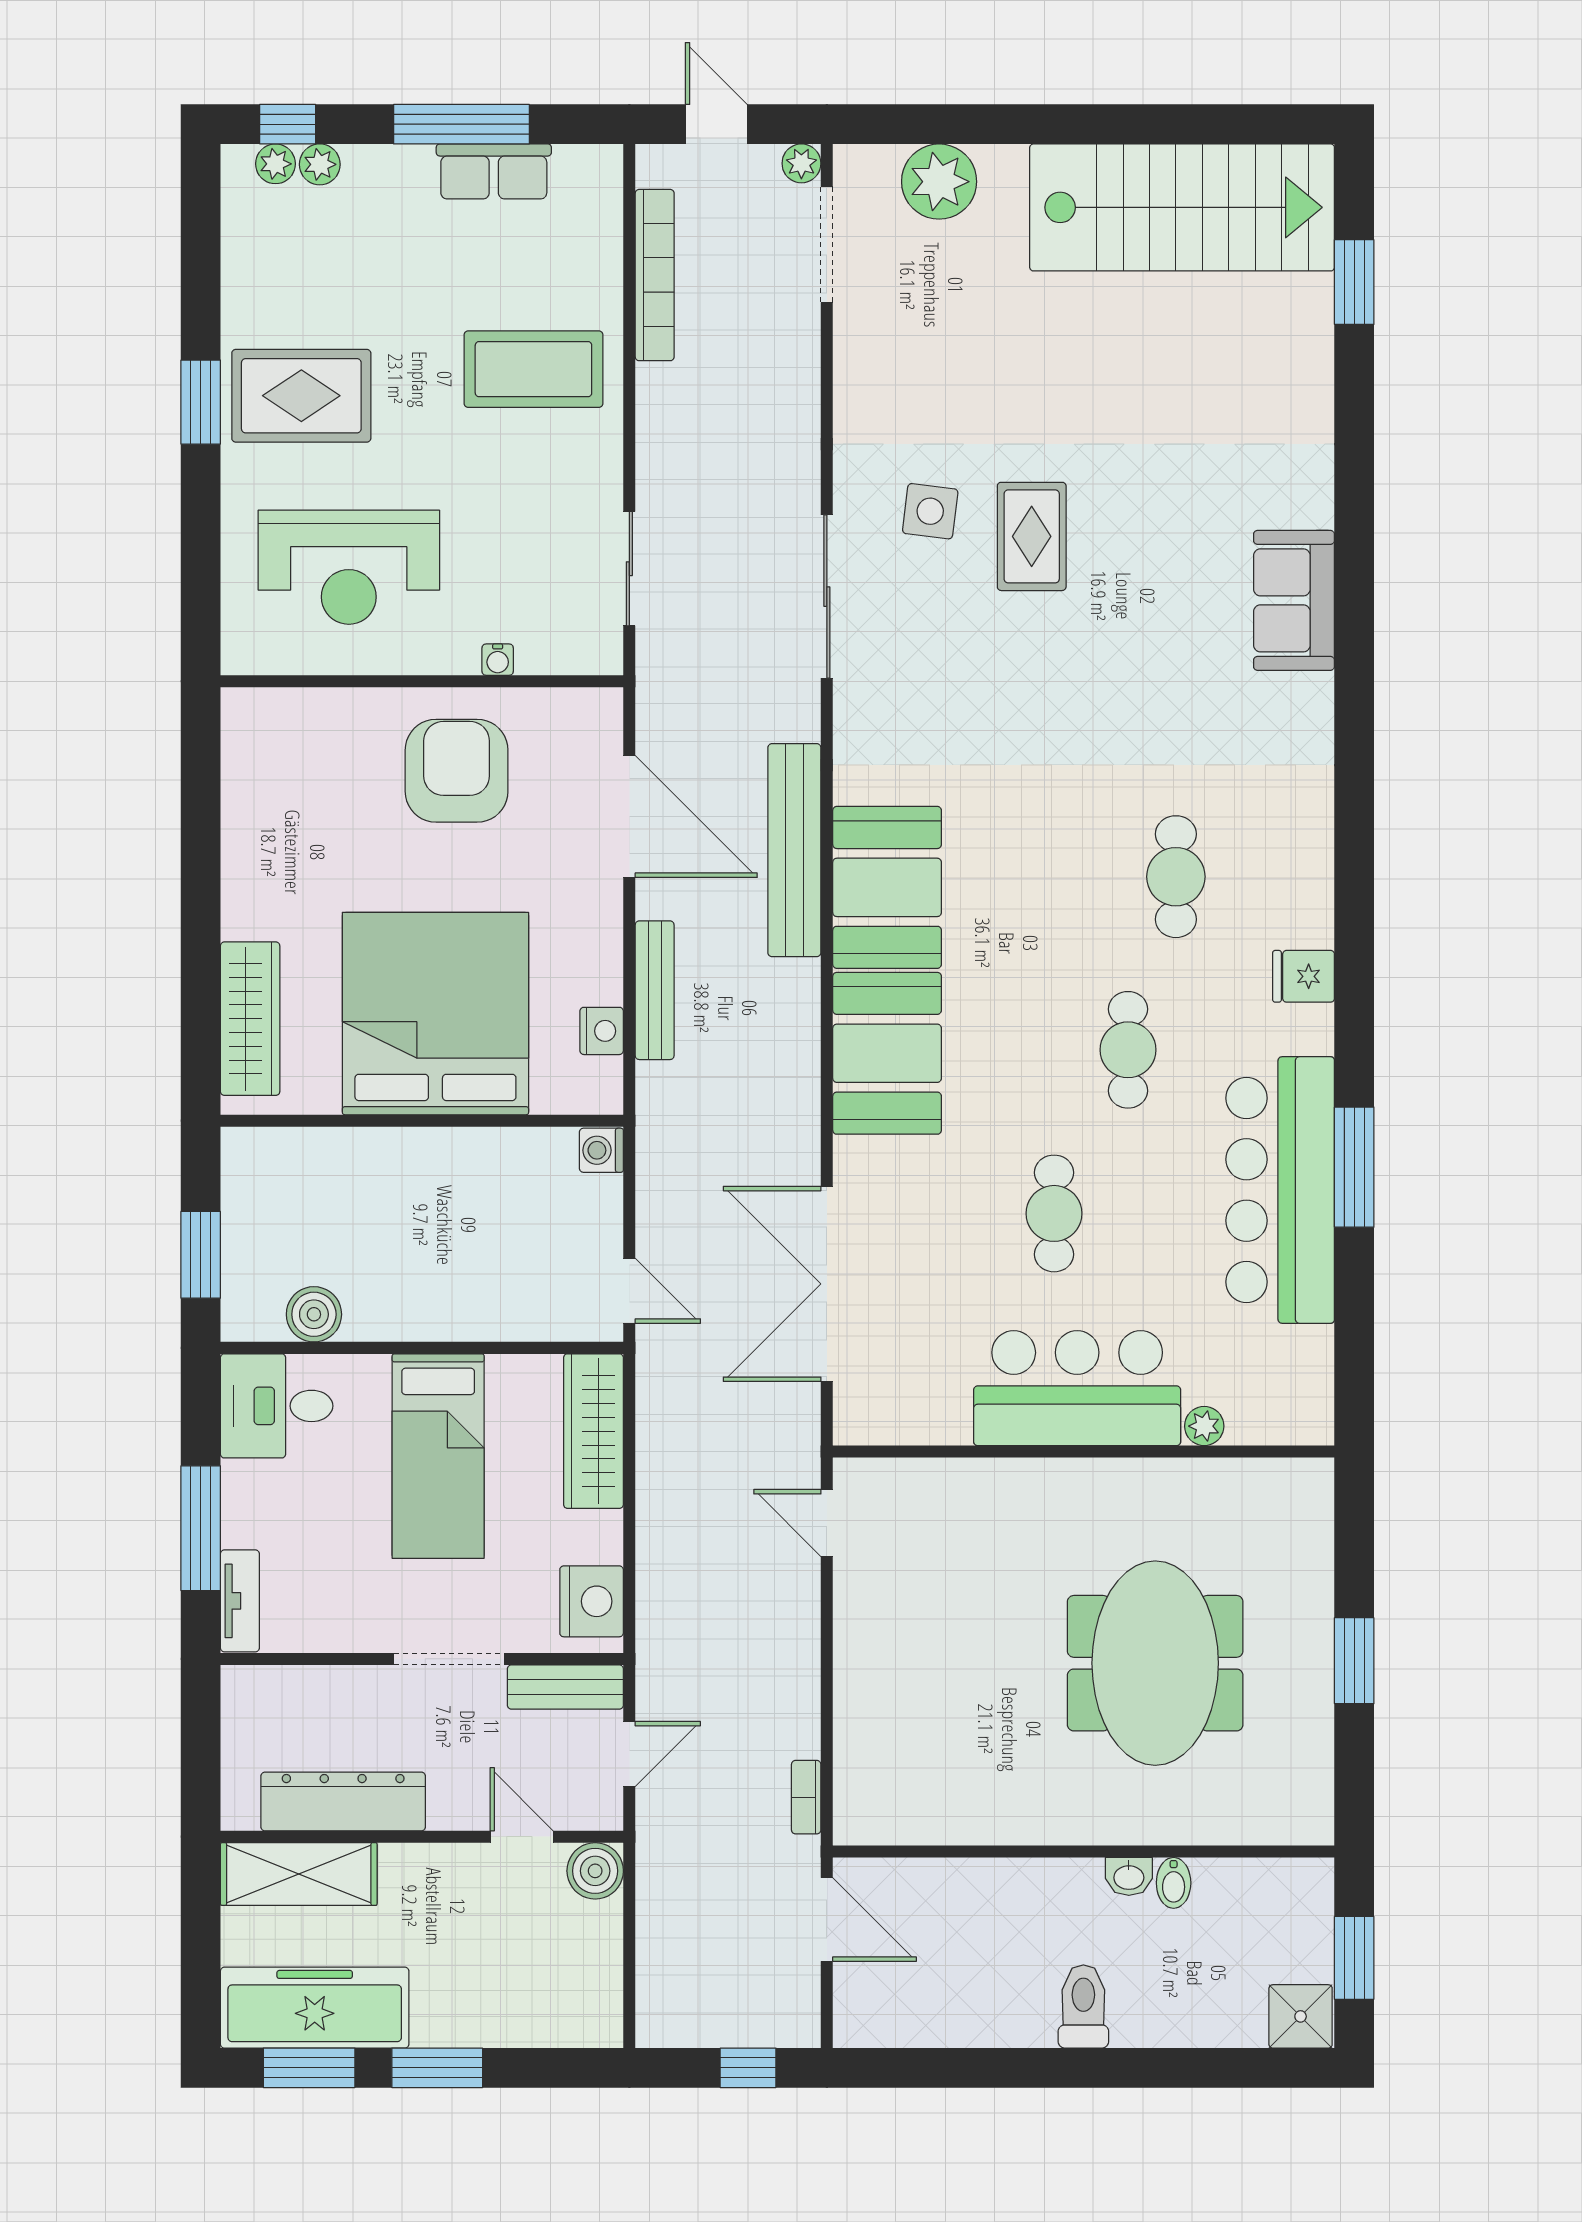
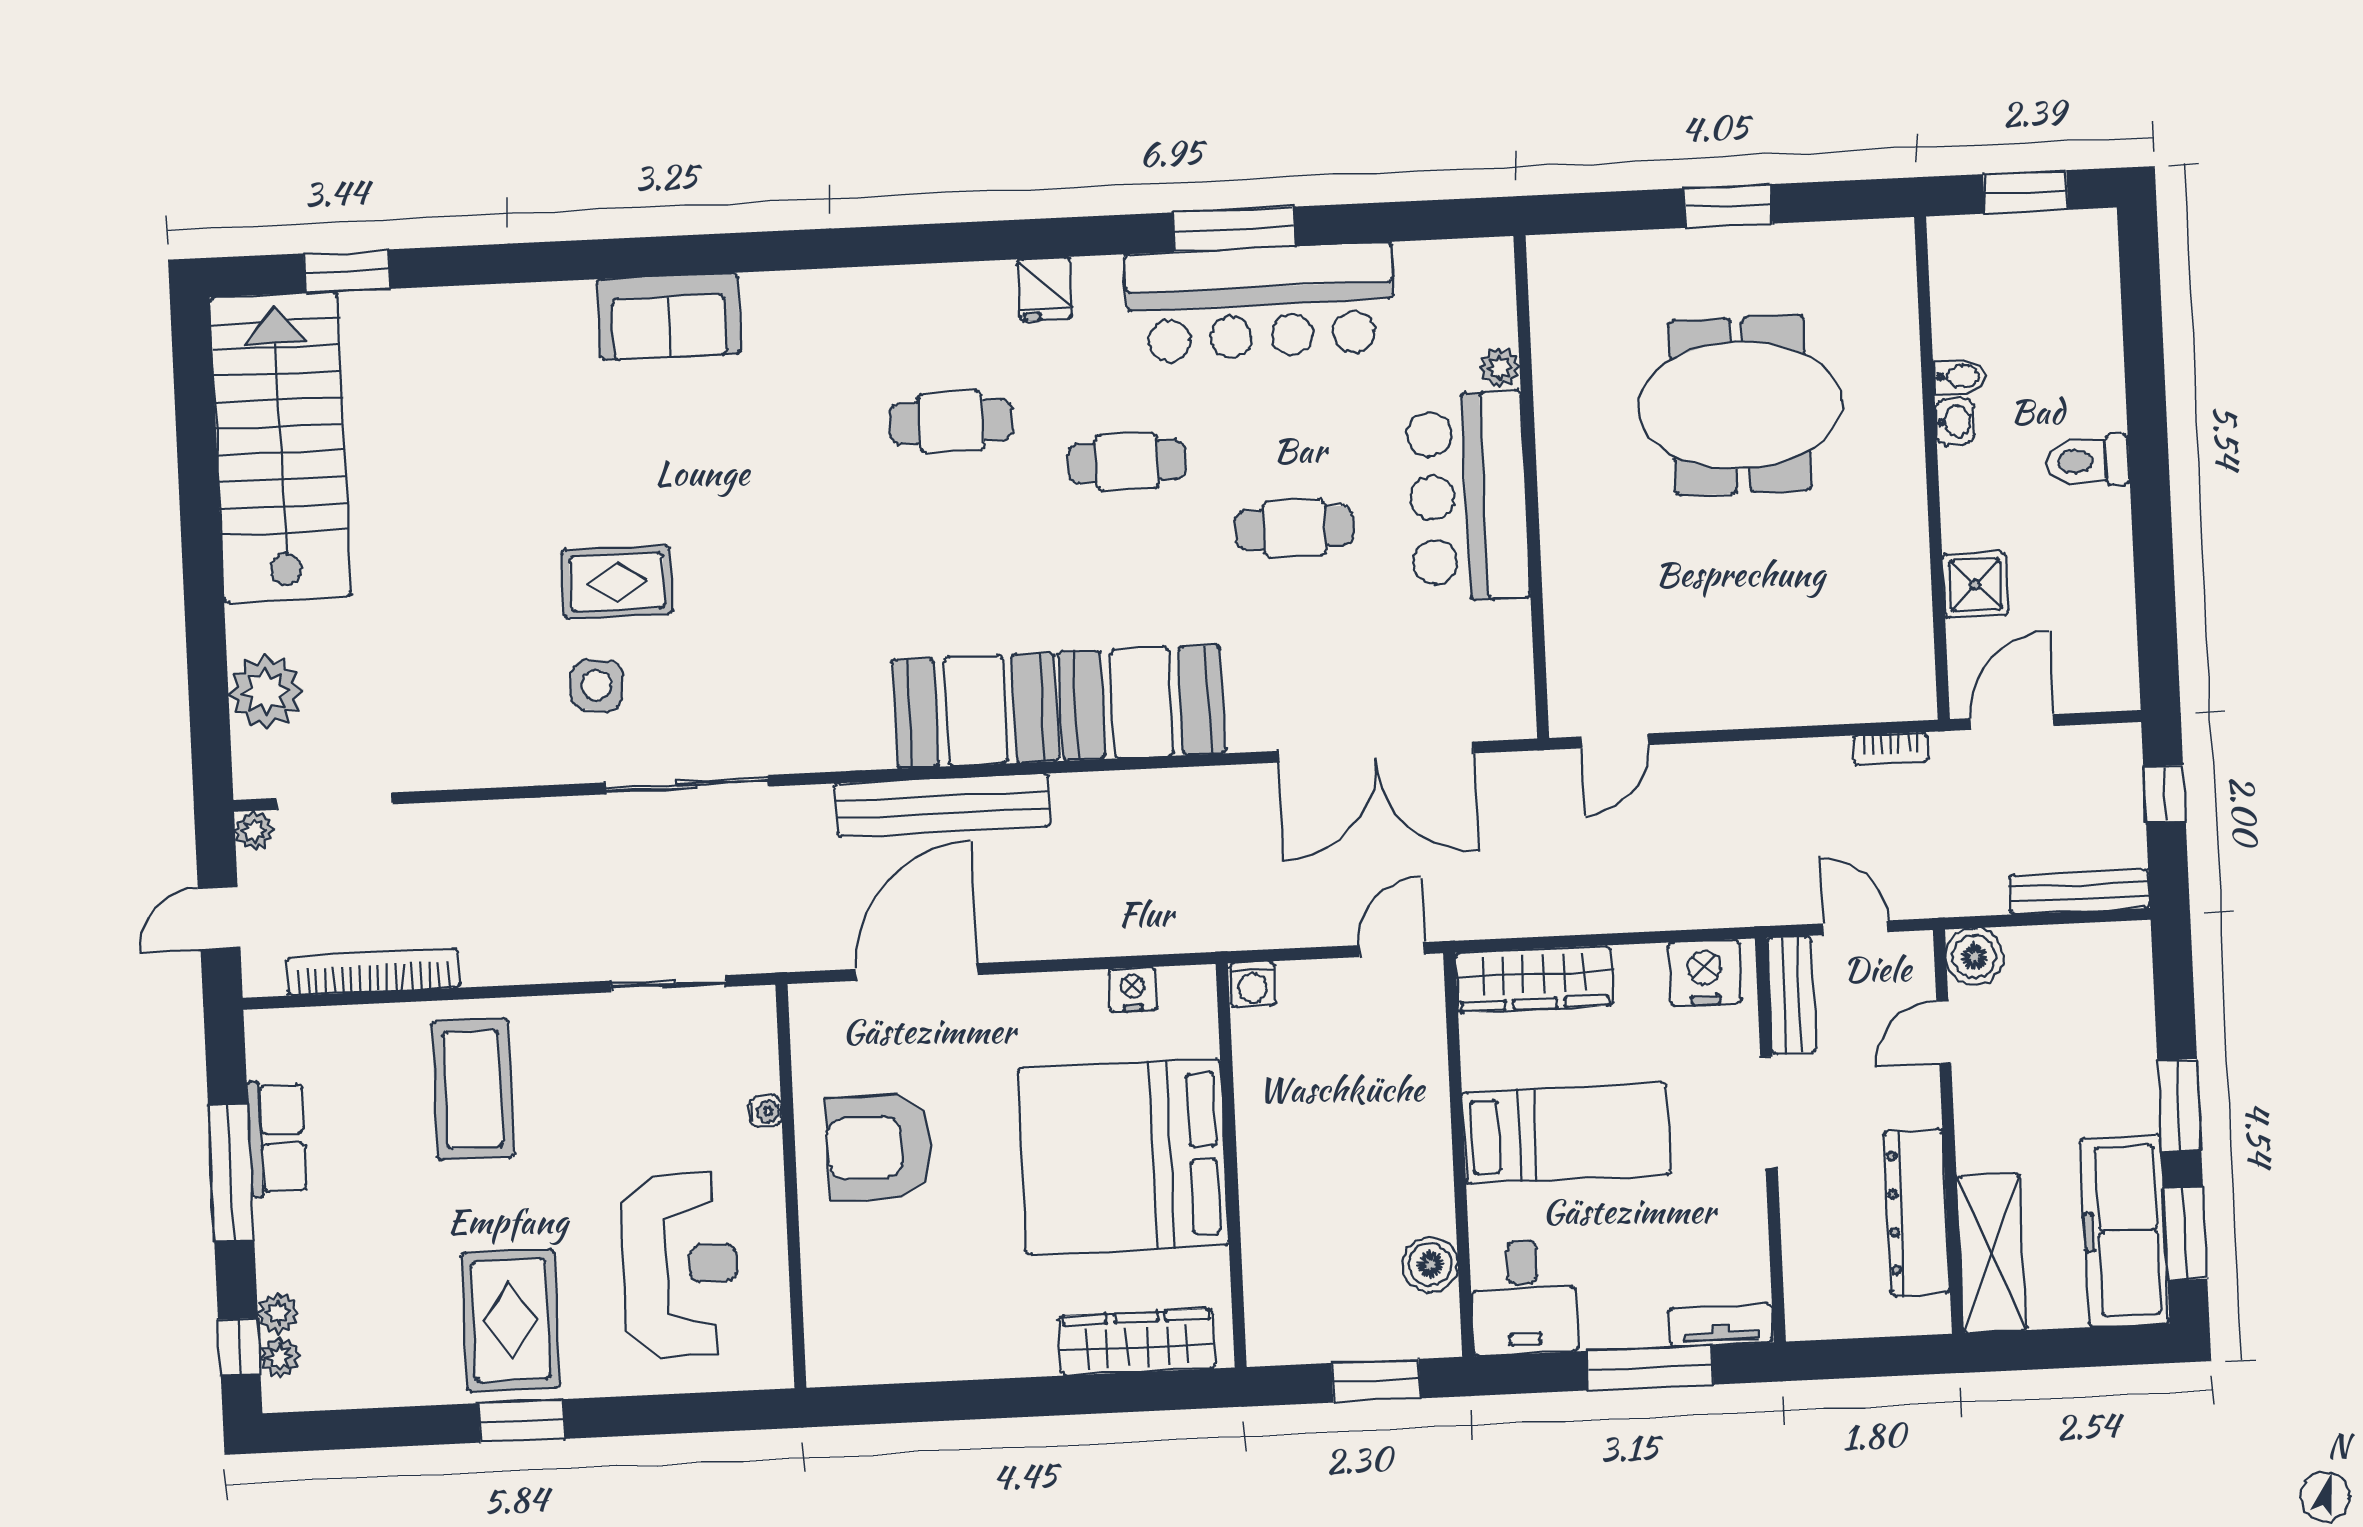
bench: (655, 990) -> (2080, 892), moved
shower: (1301, 2016) -> (1975, 585), moved

